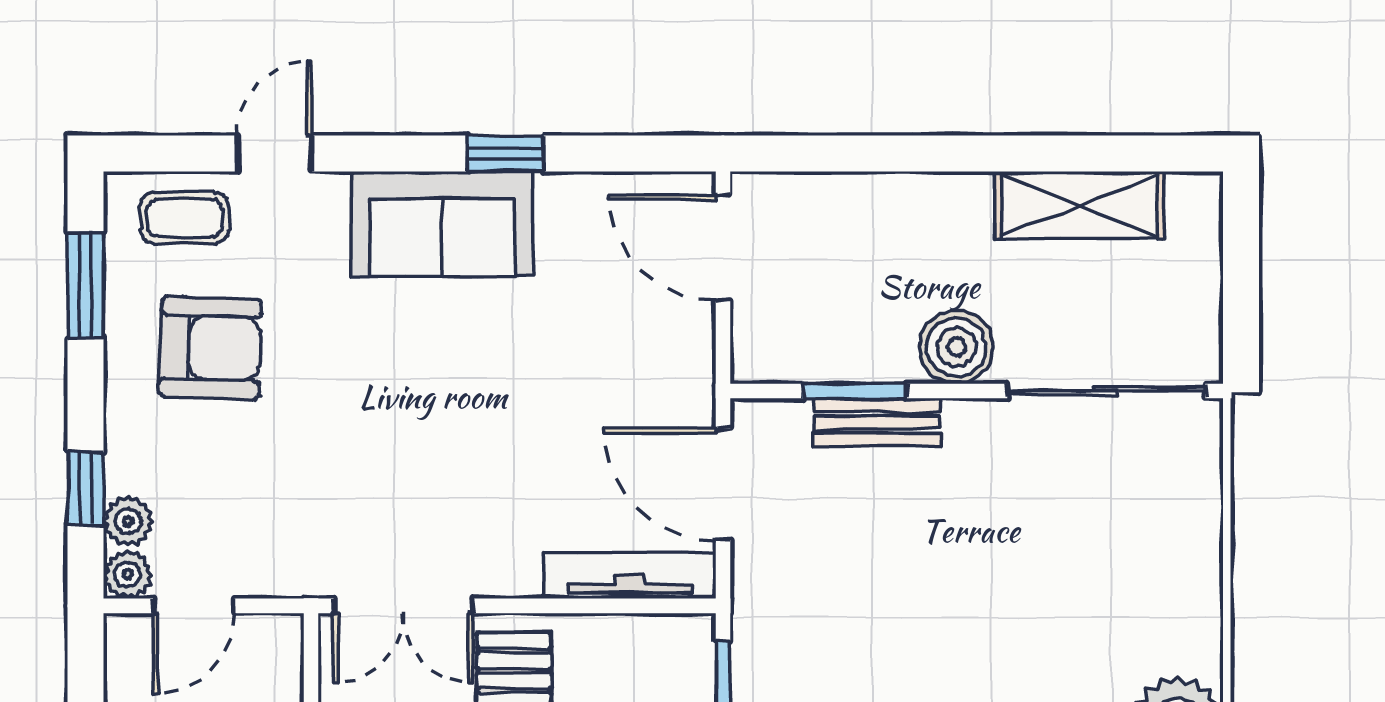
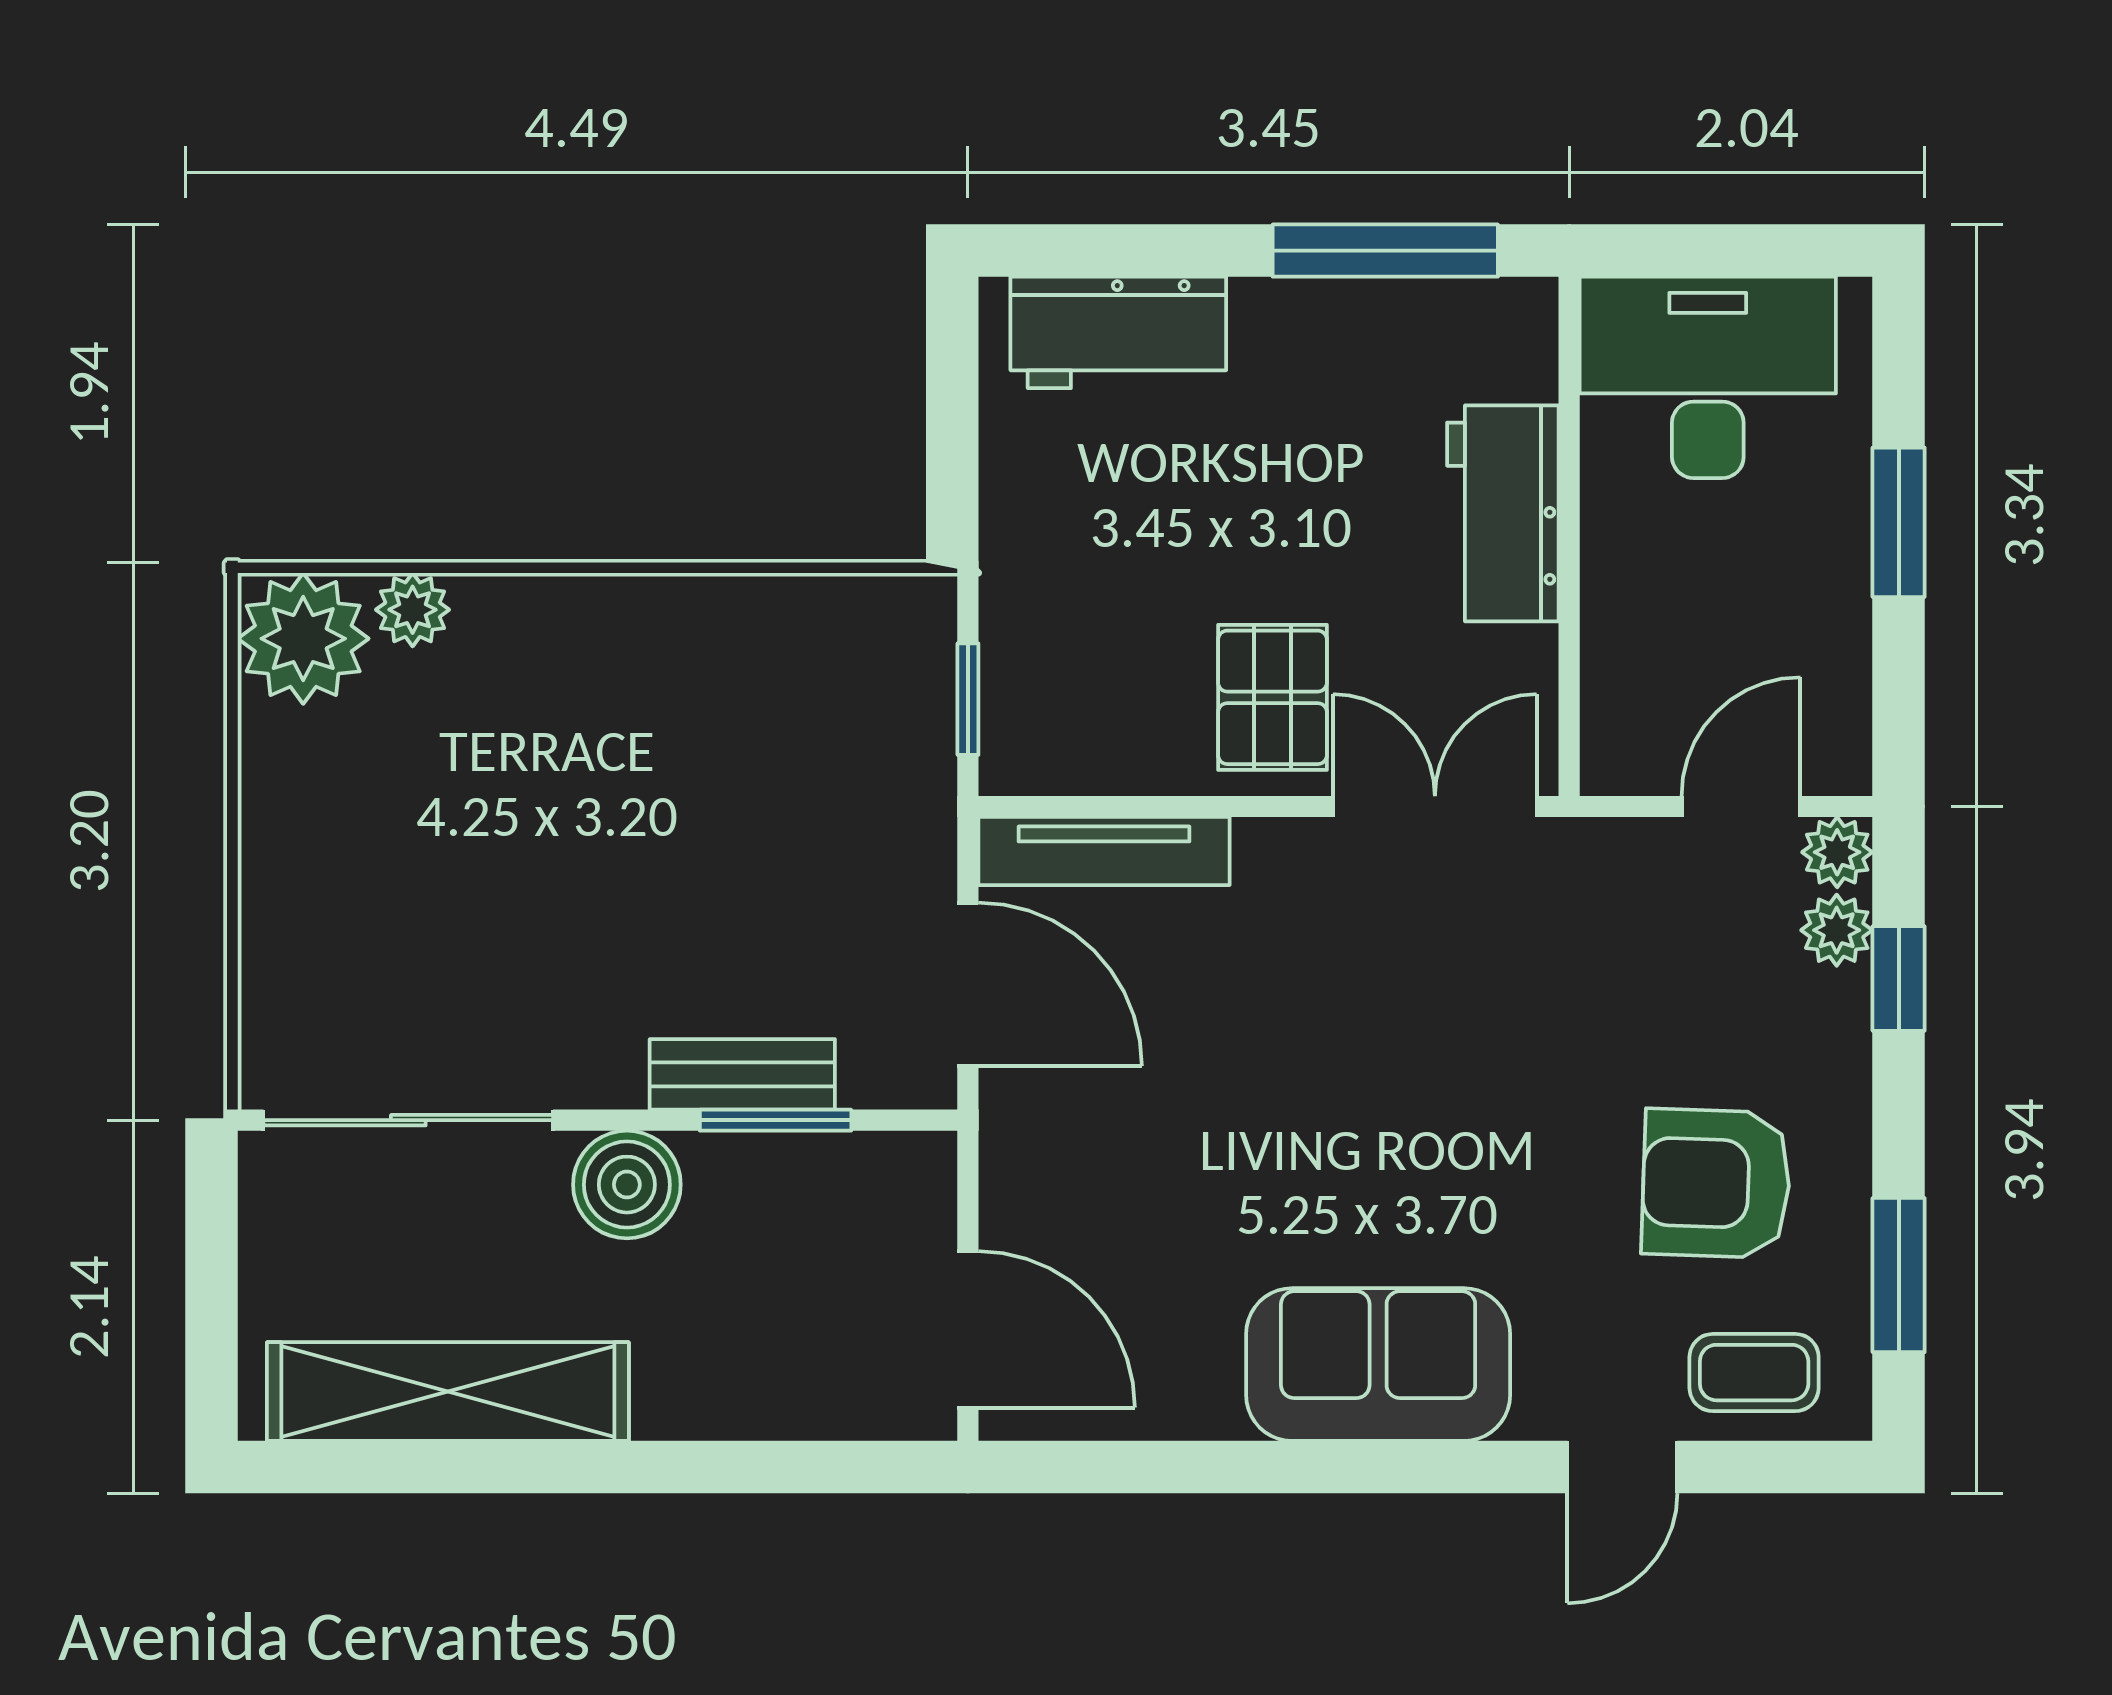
window: (506, 153) -> (1285, 1467), removed
shelving: (1079, 205) -> (448, 1392), width x1.47

